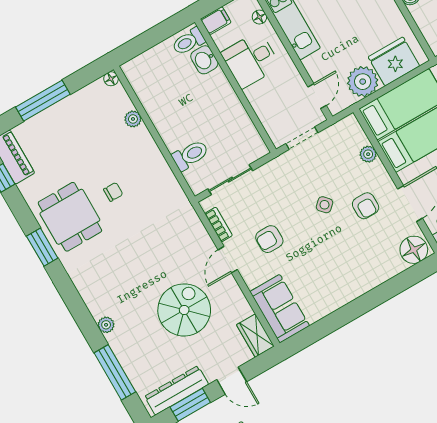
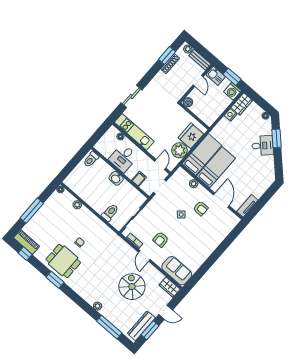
filing cabinet: (216, 21) -> (139, 179), moved
washbasin: (204, 60) -> (116, 178), moved
floor lamp: (414, 250) -> (230, 221), removed

